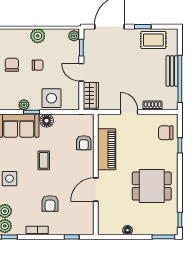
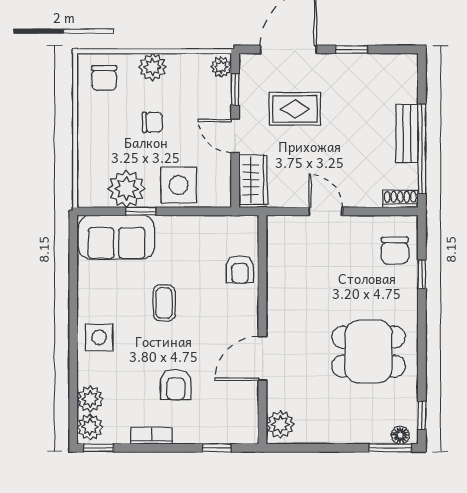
rug: (153, 40) -> (295, 109), moved
chair: (12, 65) -> (104, 78), moved, turned 180
plant: (24, 105) -> (126, 189), width x1.88, depth x1.88
shoe rack: (153, 105) -> (400, 199), moved
floor lamp: (47, 121) -> (169, 228), removed
chair: (166, 133) -> (395, 251), turned -90
piano: (107, 149) -> (283, 282), removed
plant: (105, 224) -> (280, 424), added
floor lamp: (128, 230) -> (400, 435), moved

